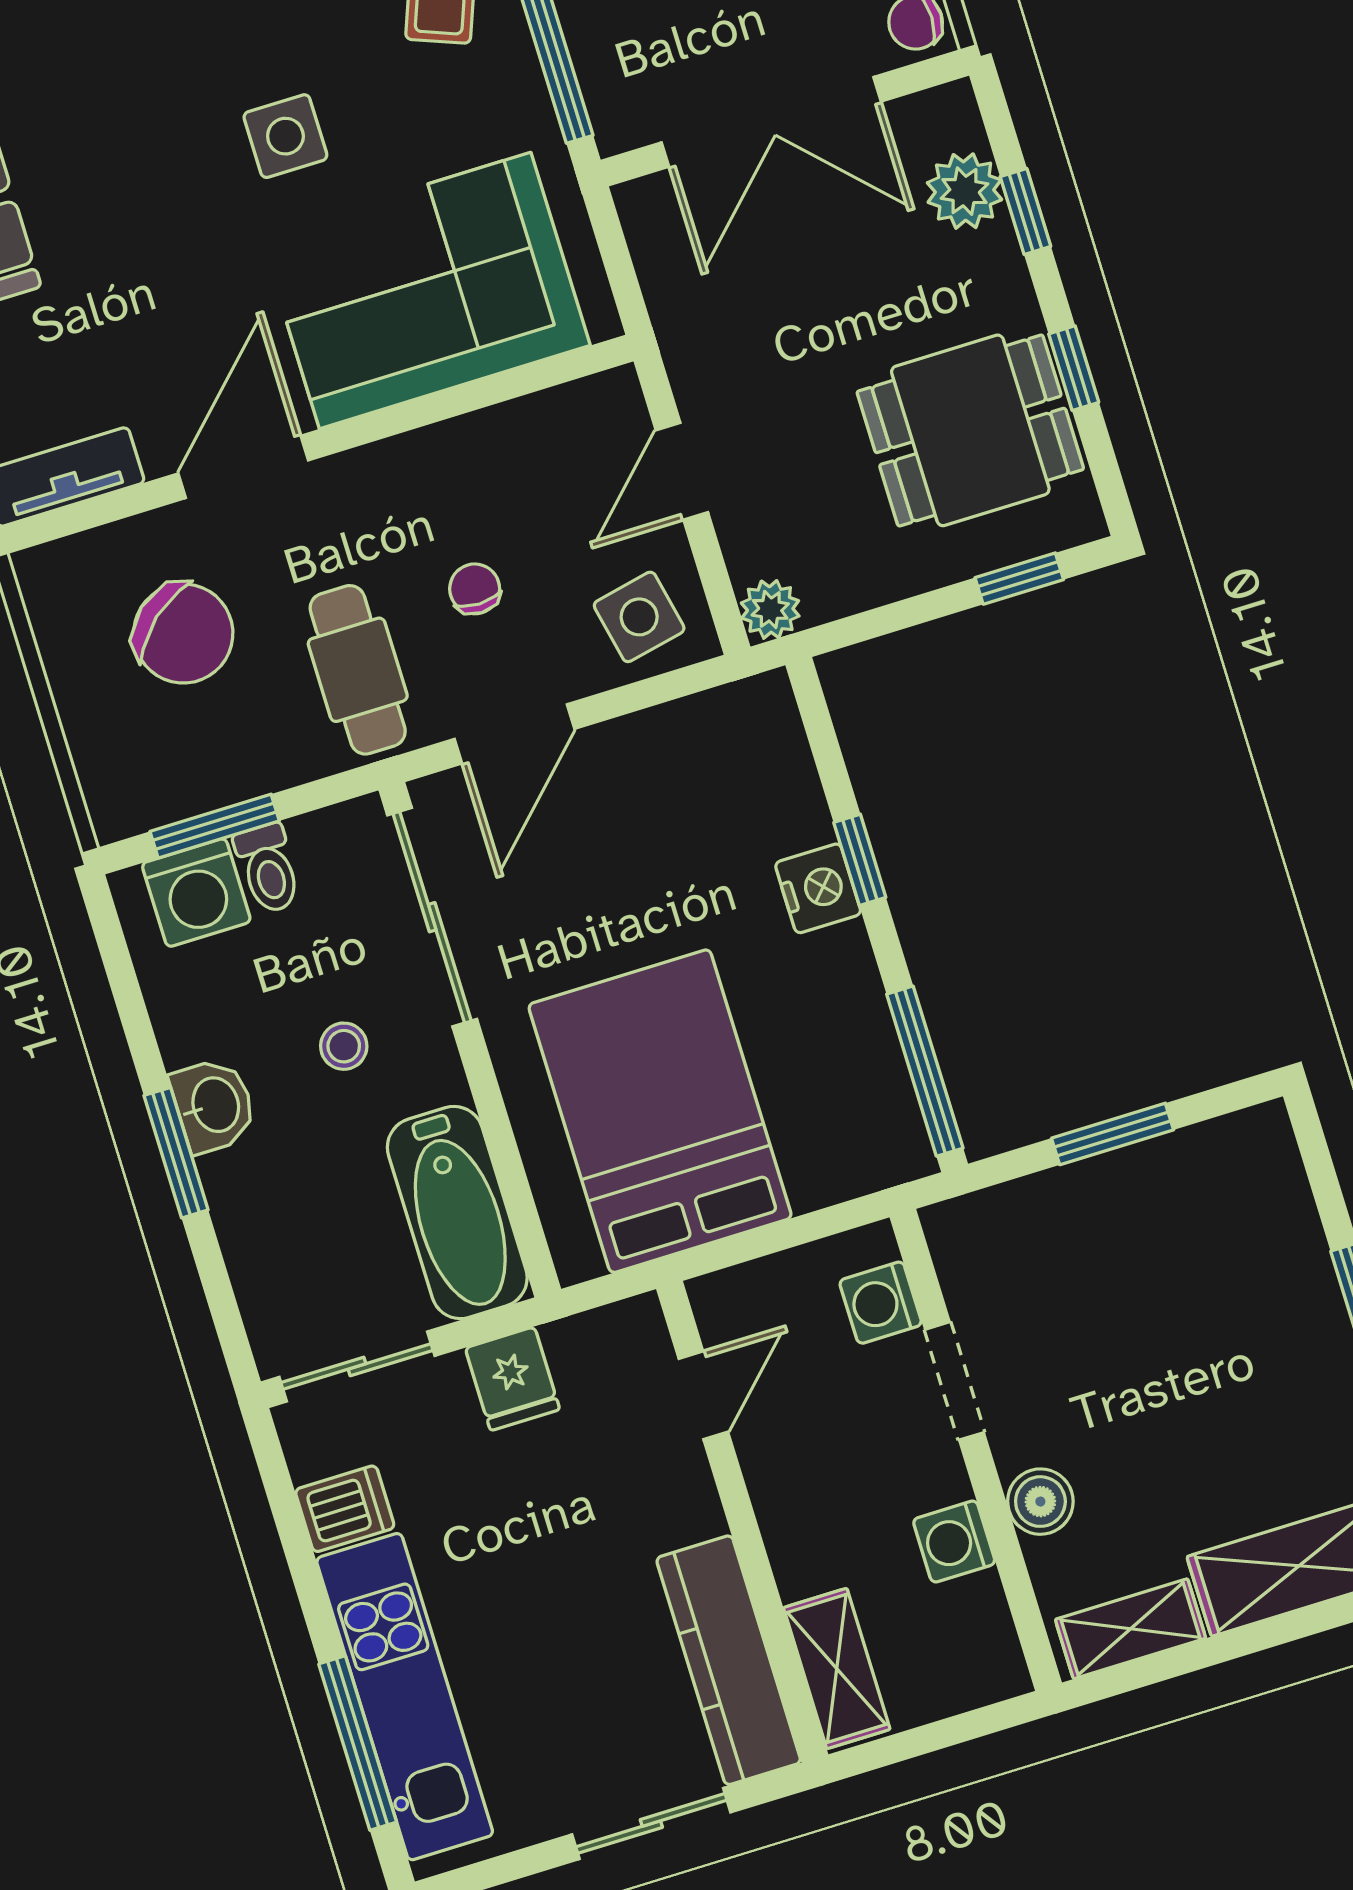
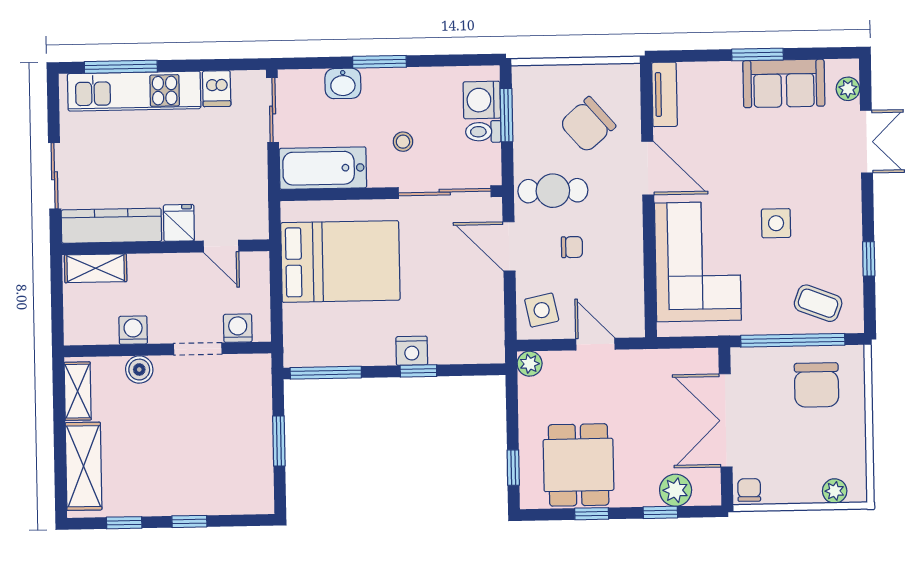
washbasin: (214, 1105) -> (343, 83), moved
fridge: (512, 1379) -> (179, 223), moved, turned 90

